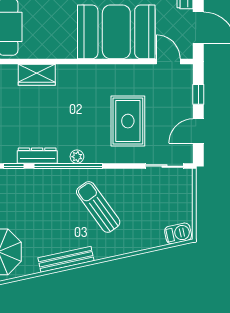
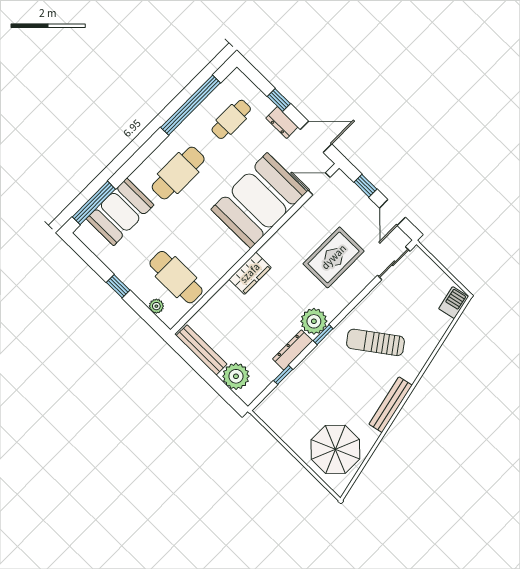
wardrobe: (37, 75) -> (250, 273), moved
rug: (128, 121) -> (334, 257), turned 90
plant: (77, 157) -> (314, 321), width x1.87, depth x1.87
window: (68, 166) -> (323, 335), width x0.32

